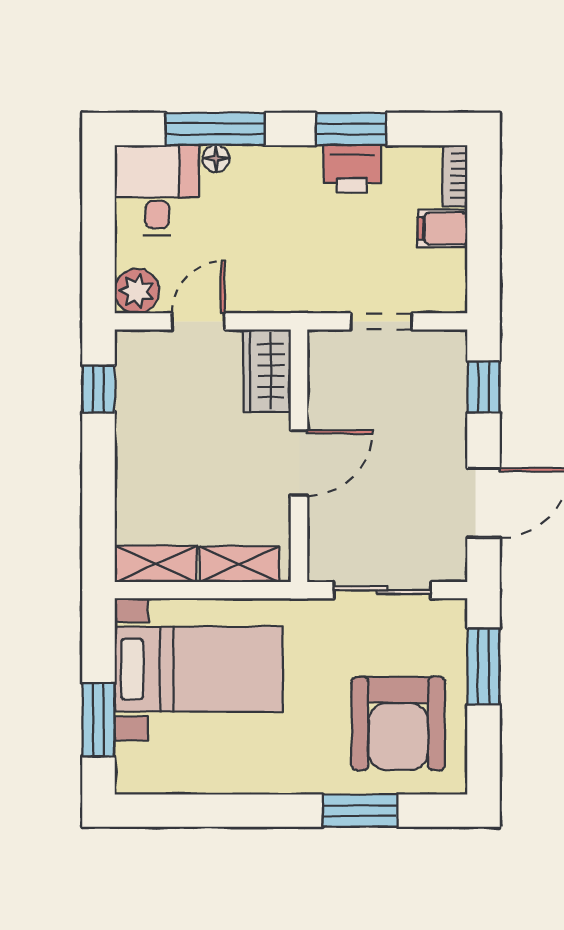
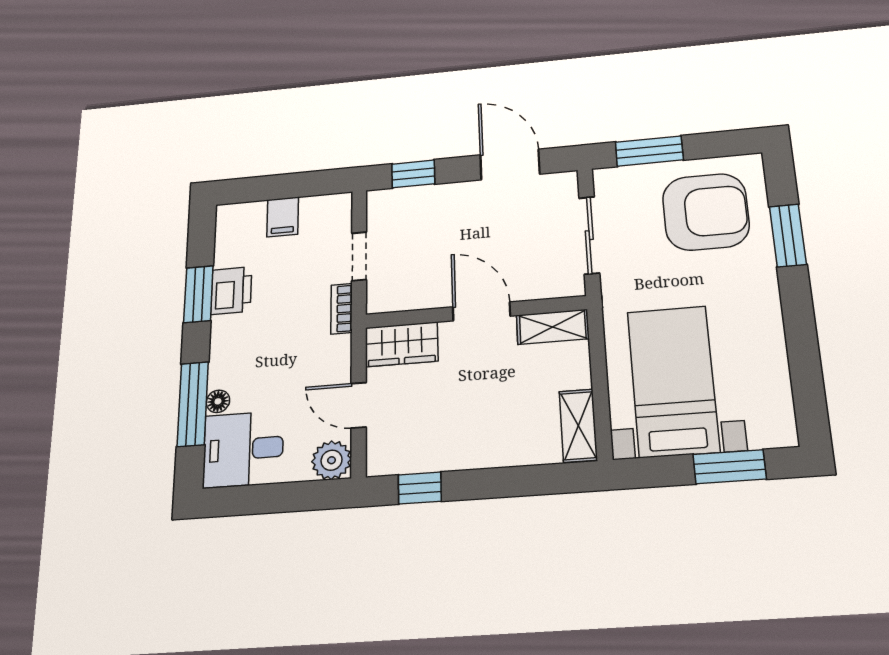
bookcase: (455, 176) -> (342, 309), moved, turned 90
shelving: (239, 564) -> (553, 327), moved, turned 90

